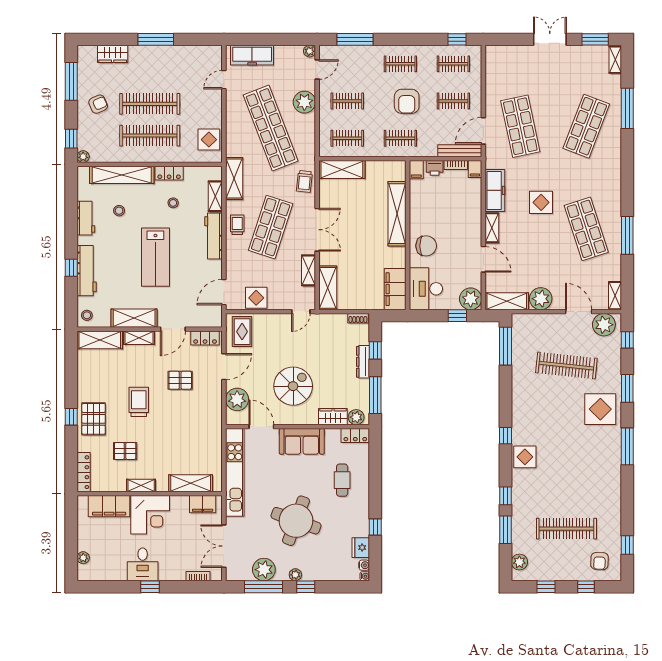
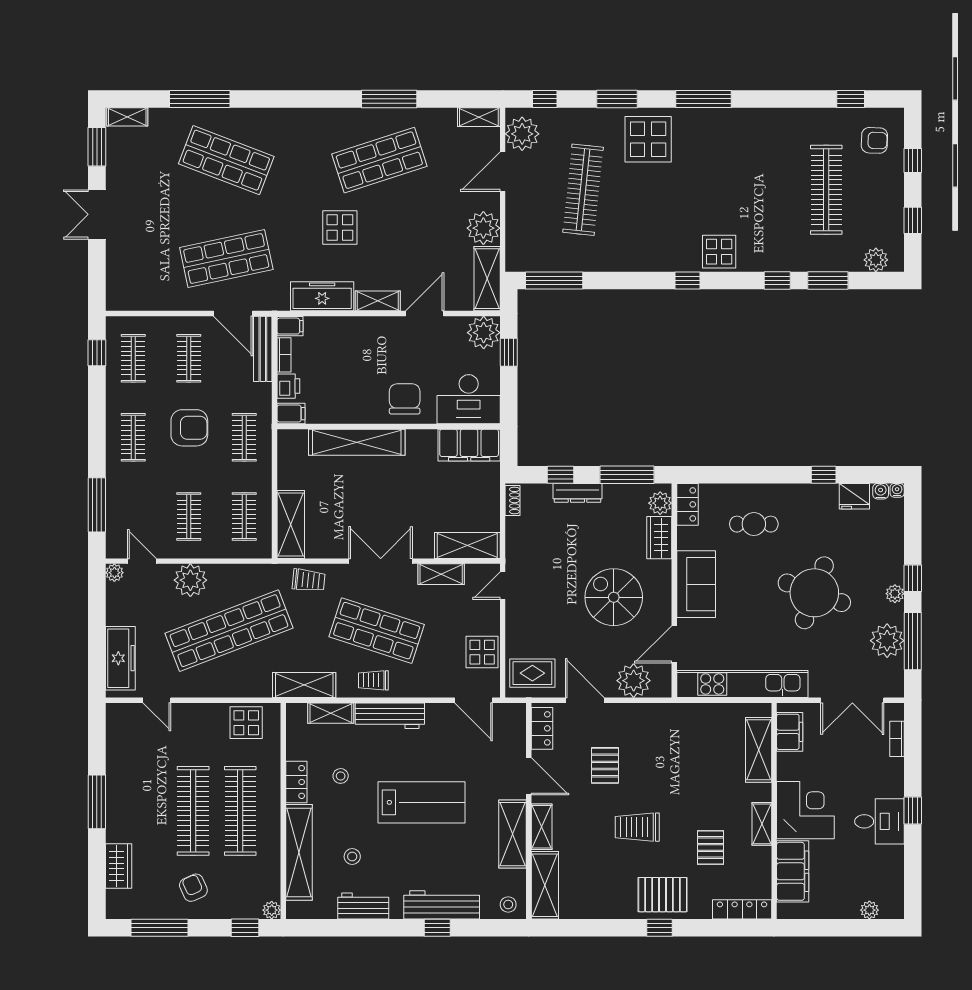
door: (301, 312) -> (503, 586), swing flipped

